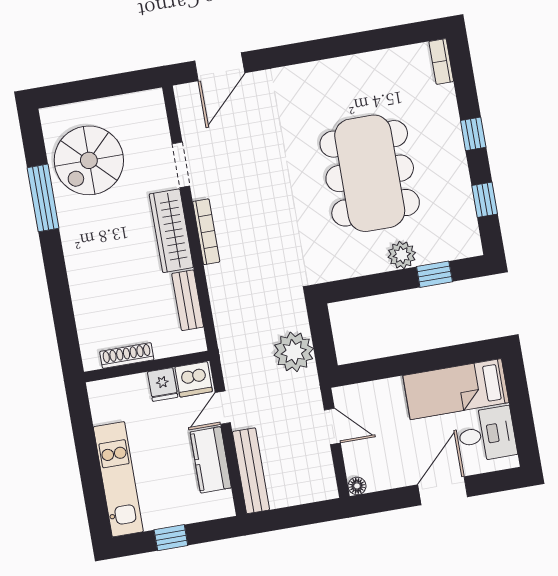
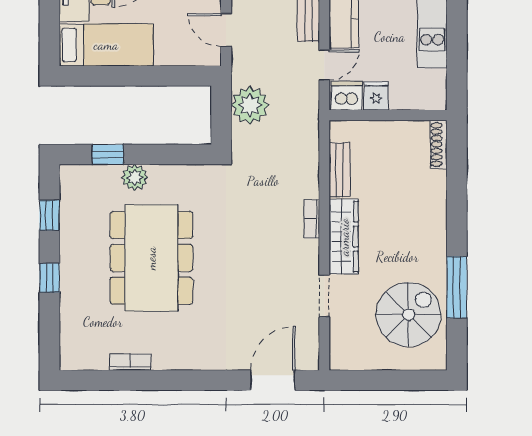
bookcase: (441, 61) -> (130, 362), moved, turned -90
bookcase: (206, 232) -> (312, 219), width x0.64
shoe rack: (127, 356) -> (439, 144), moved, turned 90

